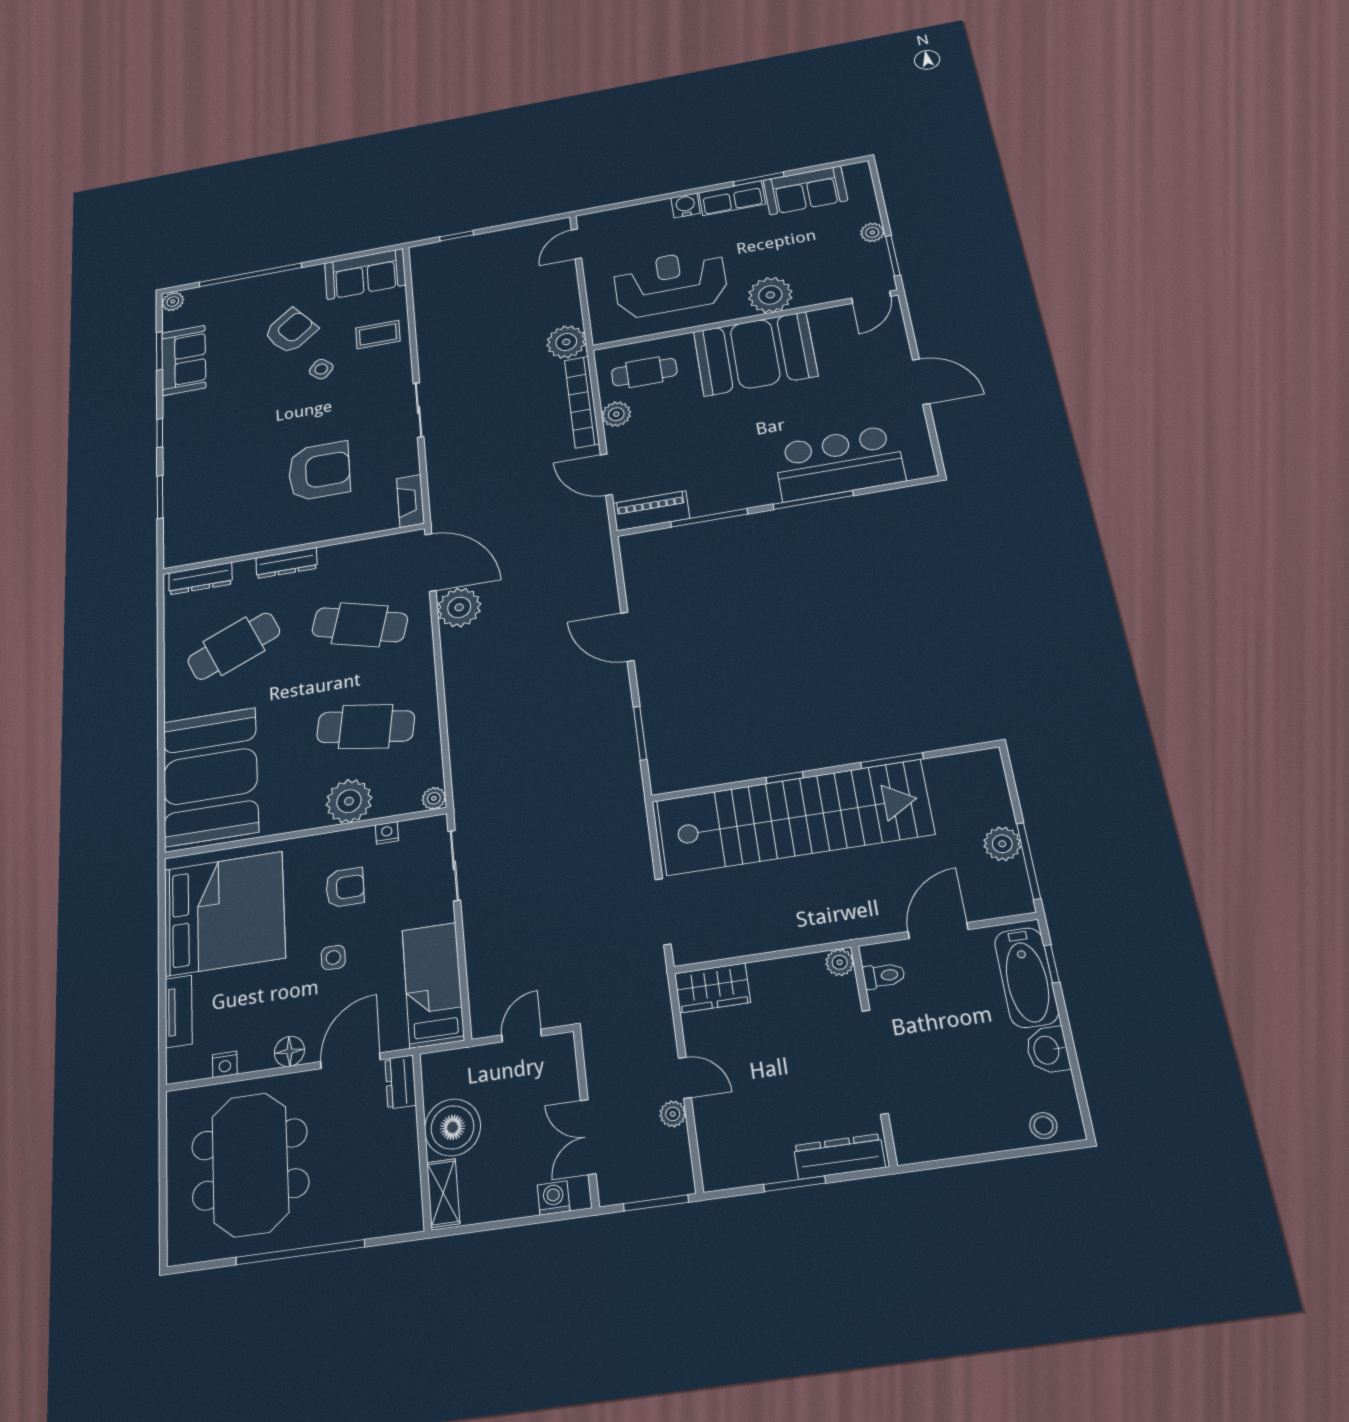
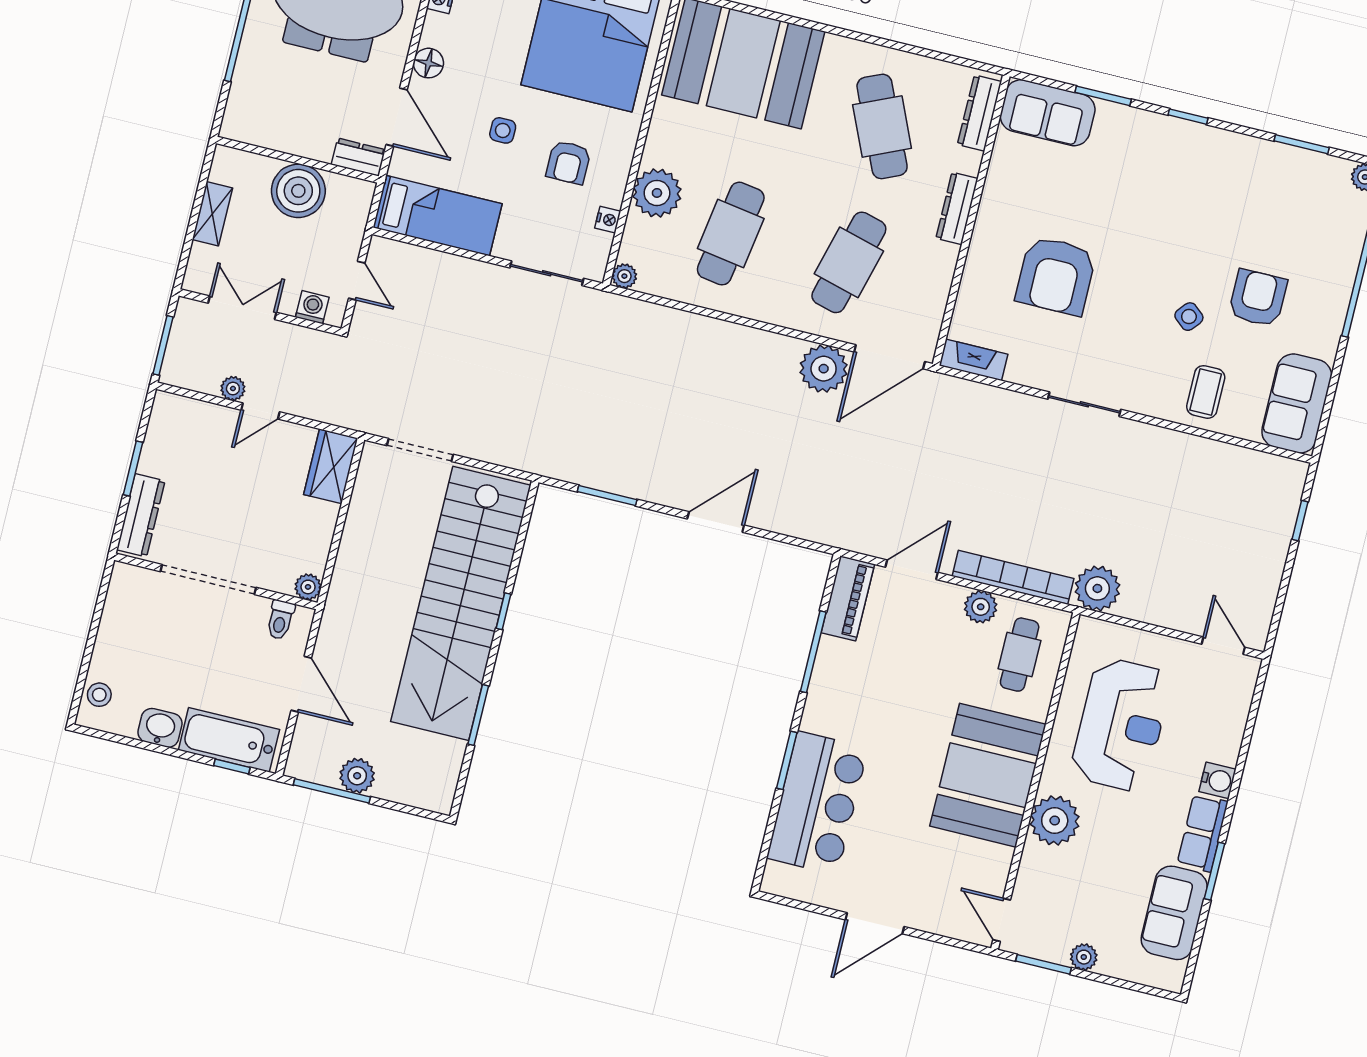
armchair: (291, 331) -> (1258, 298), turned -141
sofa: (184, 360) -> (1048, 113), moved
window: (813, 500) -> (787, 760), width x0.69
shelving: (443, 1193) -> (212, 214), moved, turned 90
washing machine: (553, 1198) -> (312, 307), moved, turned -90

